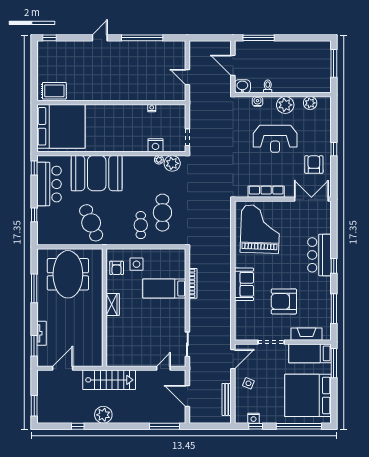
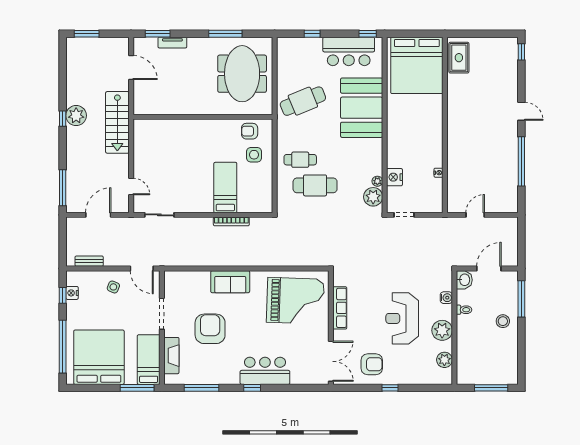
stool: (277, 54) -> (503, 321), added
meeting table: (68, 274) -> (242, 74), turned 90
wardrobe: (113, 304) -> (206, 127), removed
bench: (227, 399) -> (89, 261), width x0.73
window: (78, 426) -> (63, 119), moved

